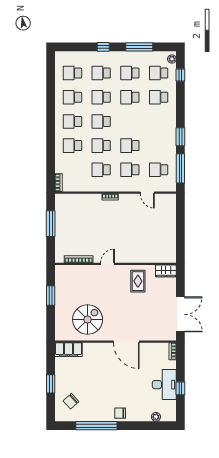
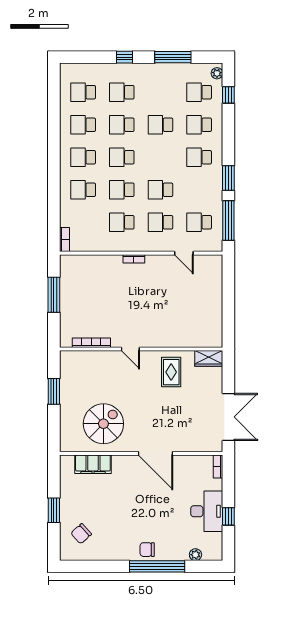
school desk: (130, 73) -> (199, 157), moved
door: (108, 264) -> (130, 349), swing flipped
filing cabinet: (68, 350) -> (93, 464), moved
window: (96, 426) -> (157, 566), moved

